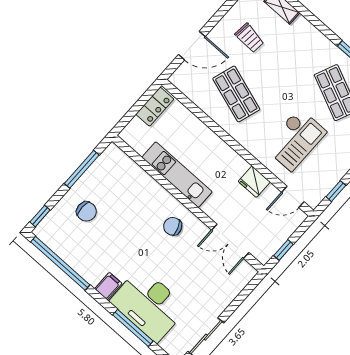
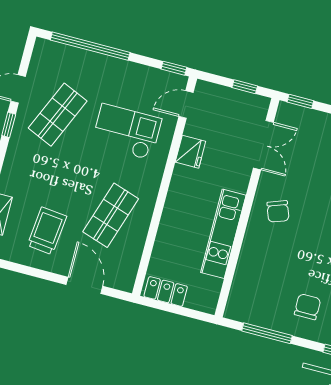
trolley: (250, 38) -> (47, 231), width x1.36, depth x1.39
window: (336, 191) -> (174, 68), moved
door: (293, 197) -> (186, 105), swing flipped
window: (250, 288) -> (300, 101), added

